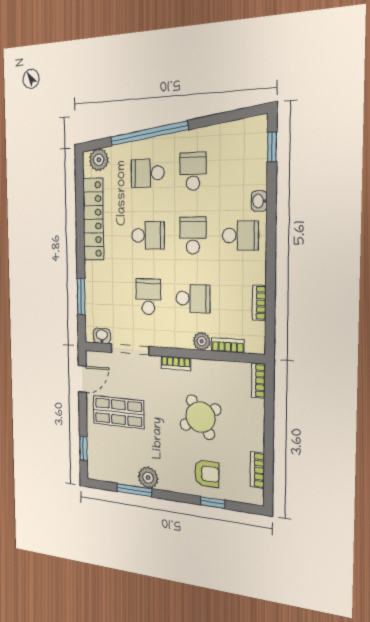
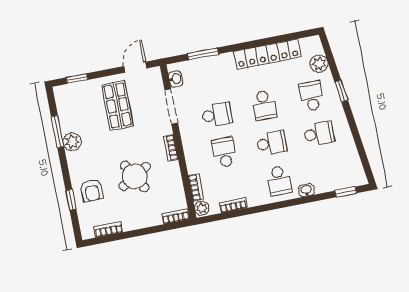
window: (149, 133) -> (341, 91), width x0.32
plant: (99, 160) -> (319, 64), moved
school desk: (193, 298) -> (224, 152), turned 180
plant: (202, 341) -> (202, 208), moved
door: (82, 379) -> (135, 67), swing flipped

